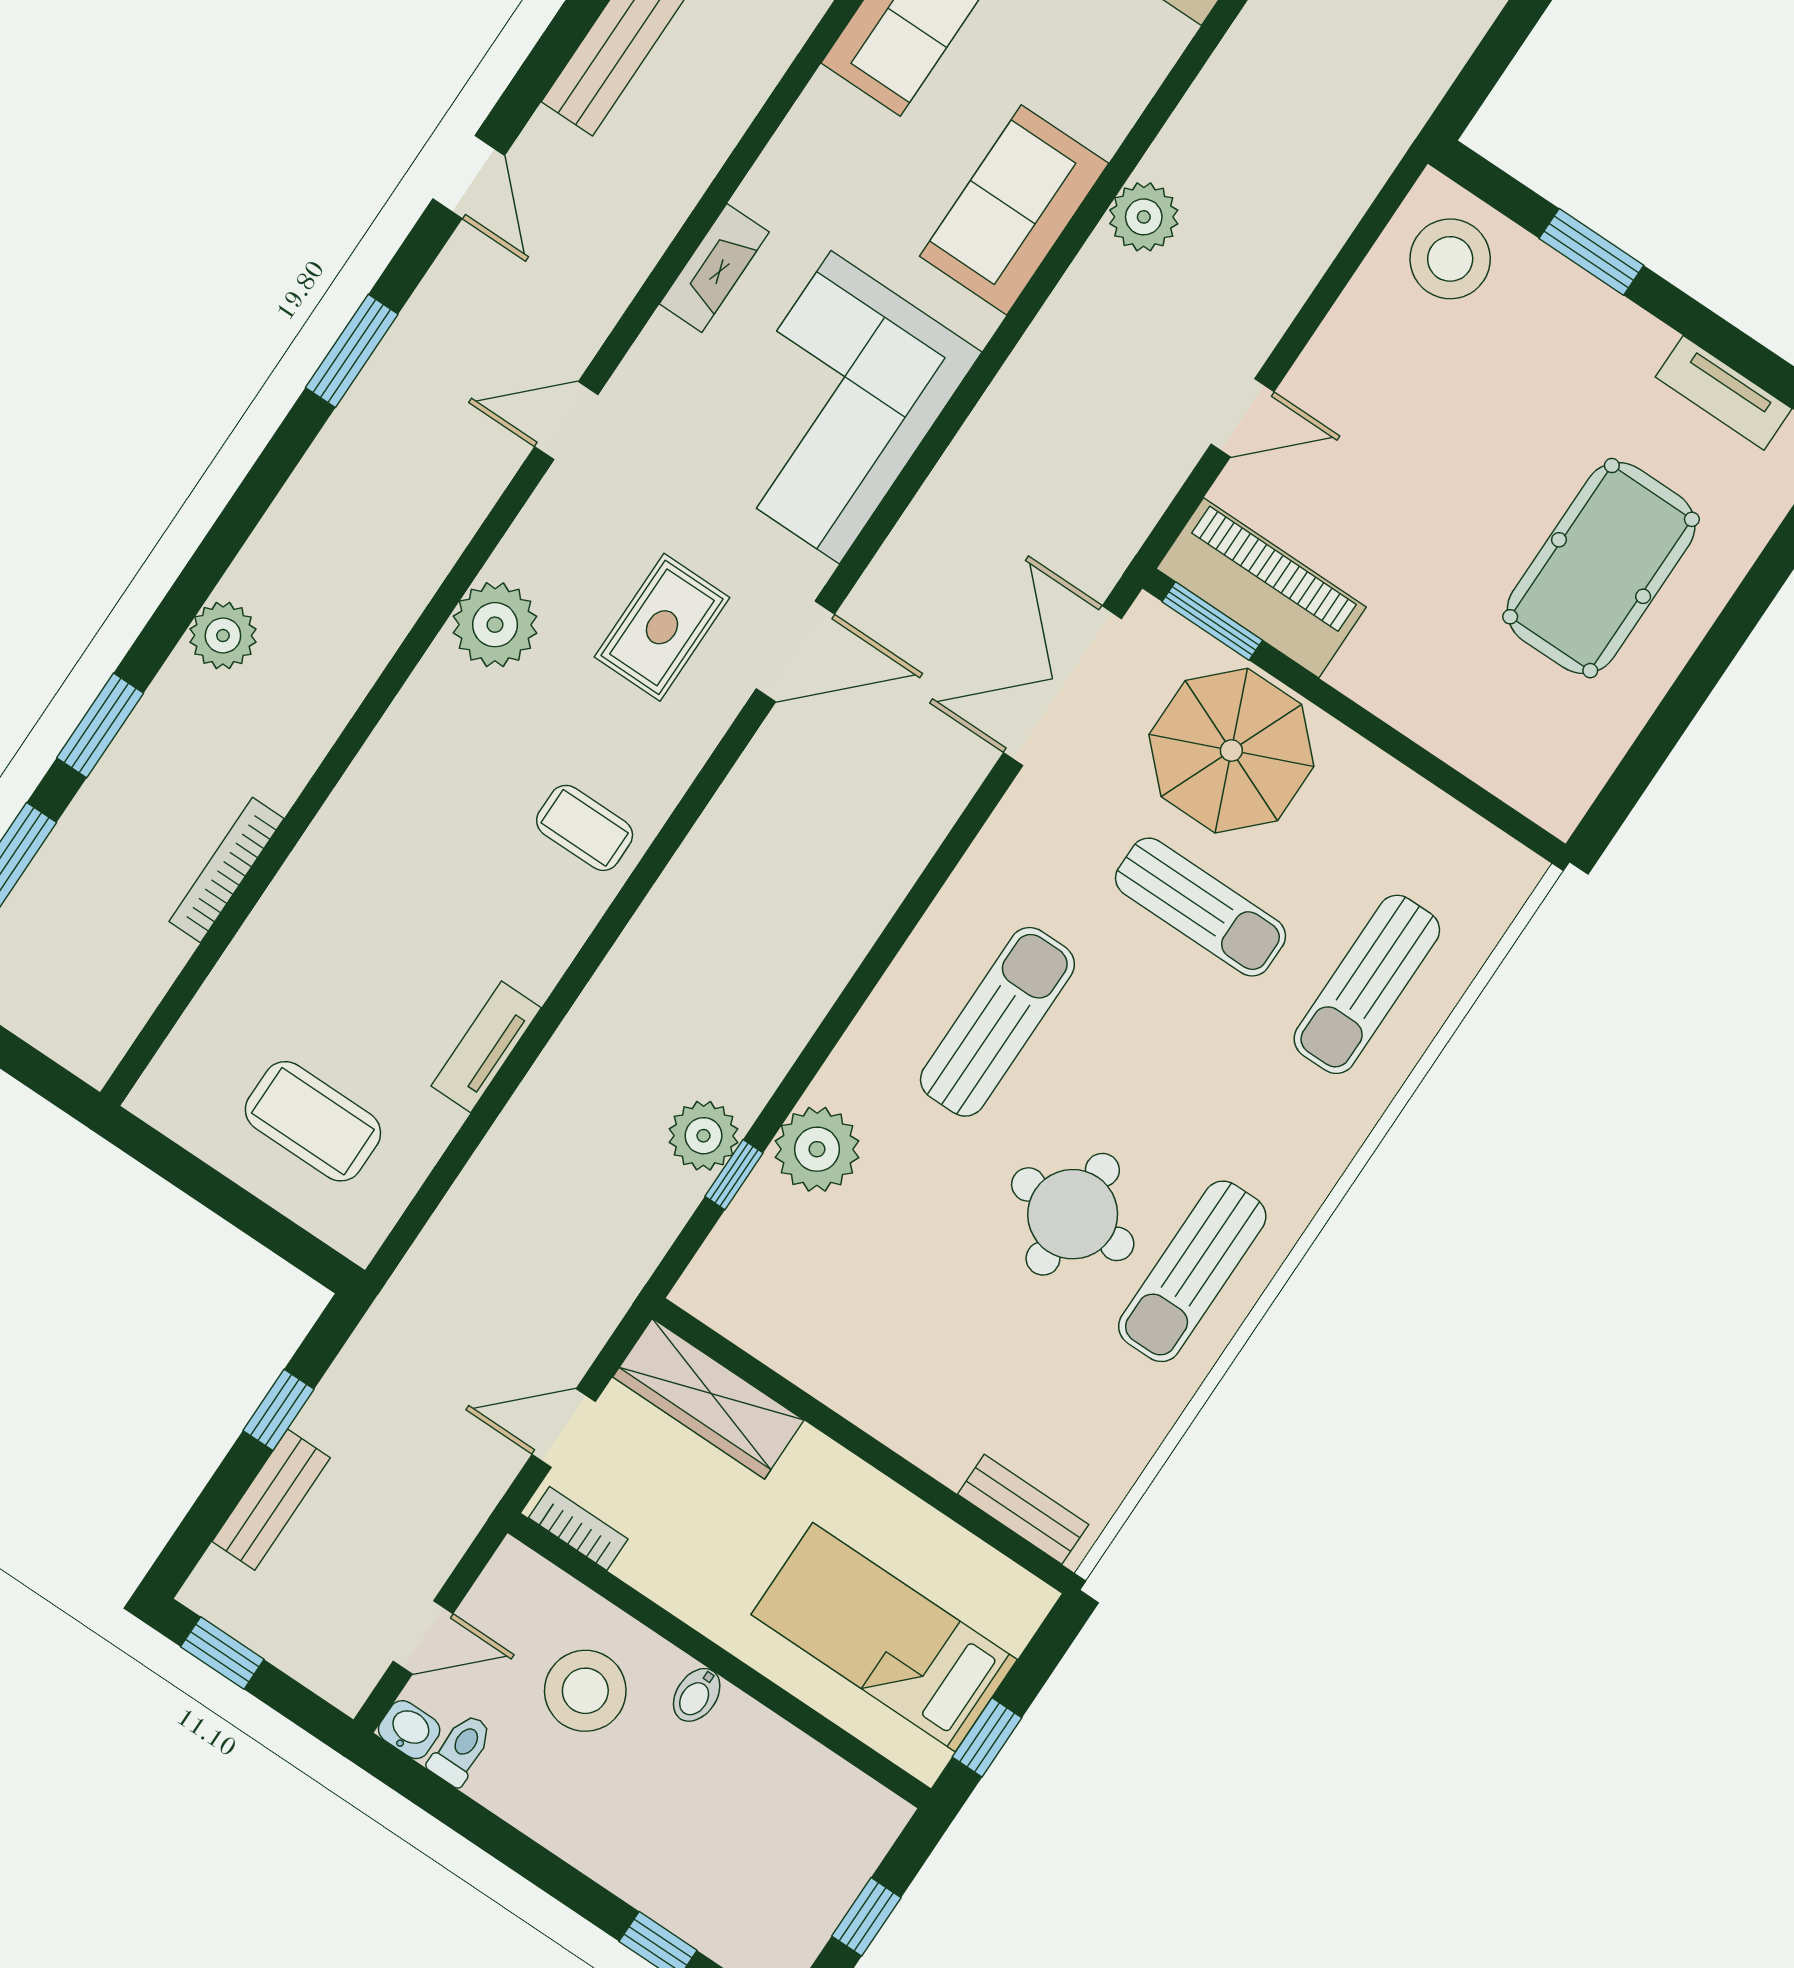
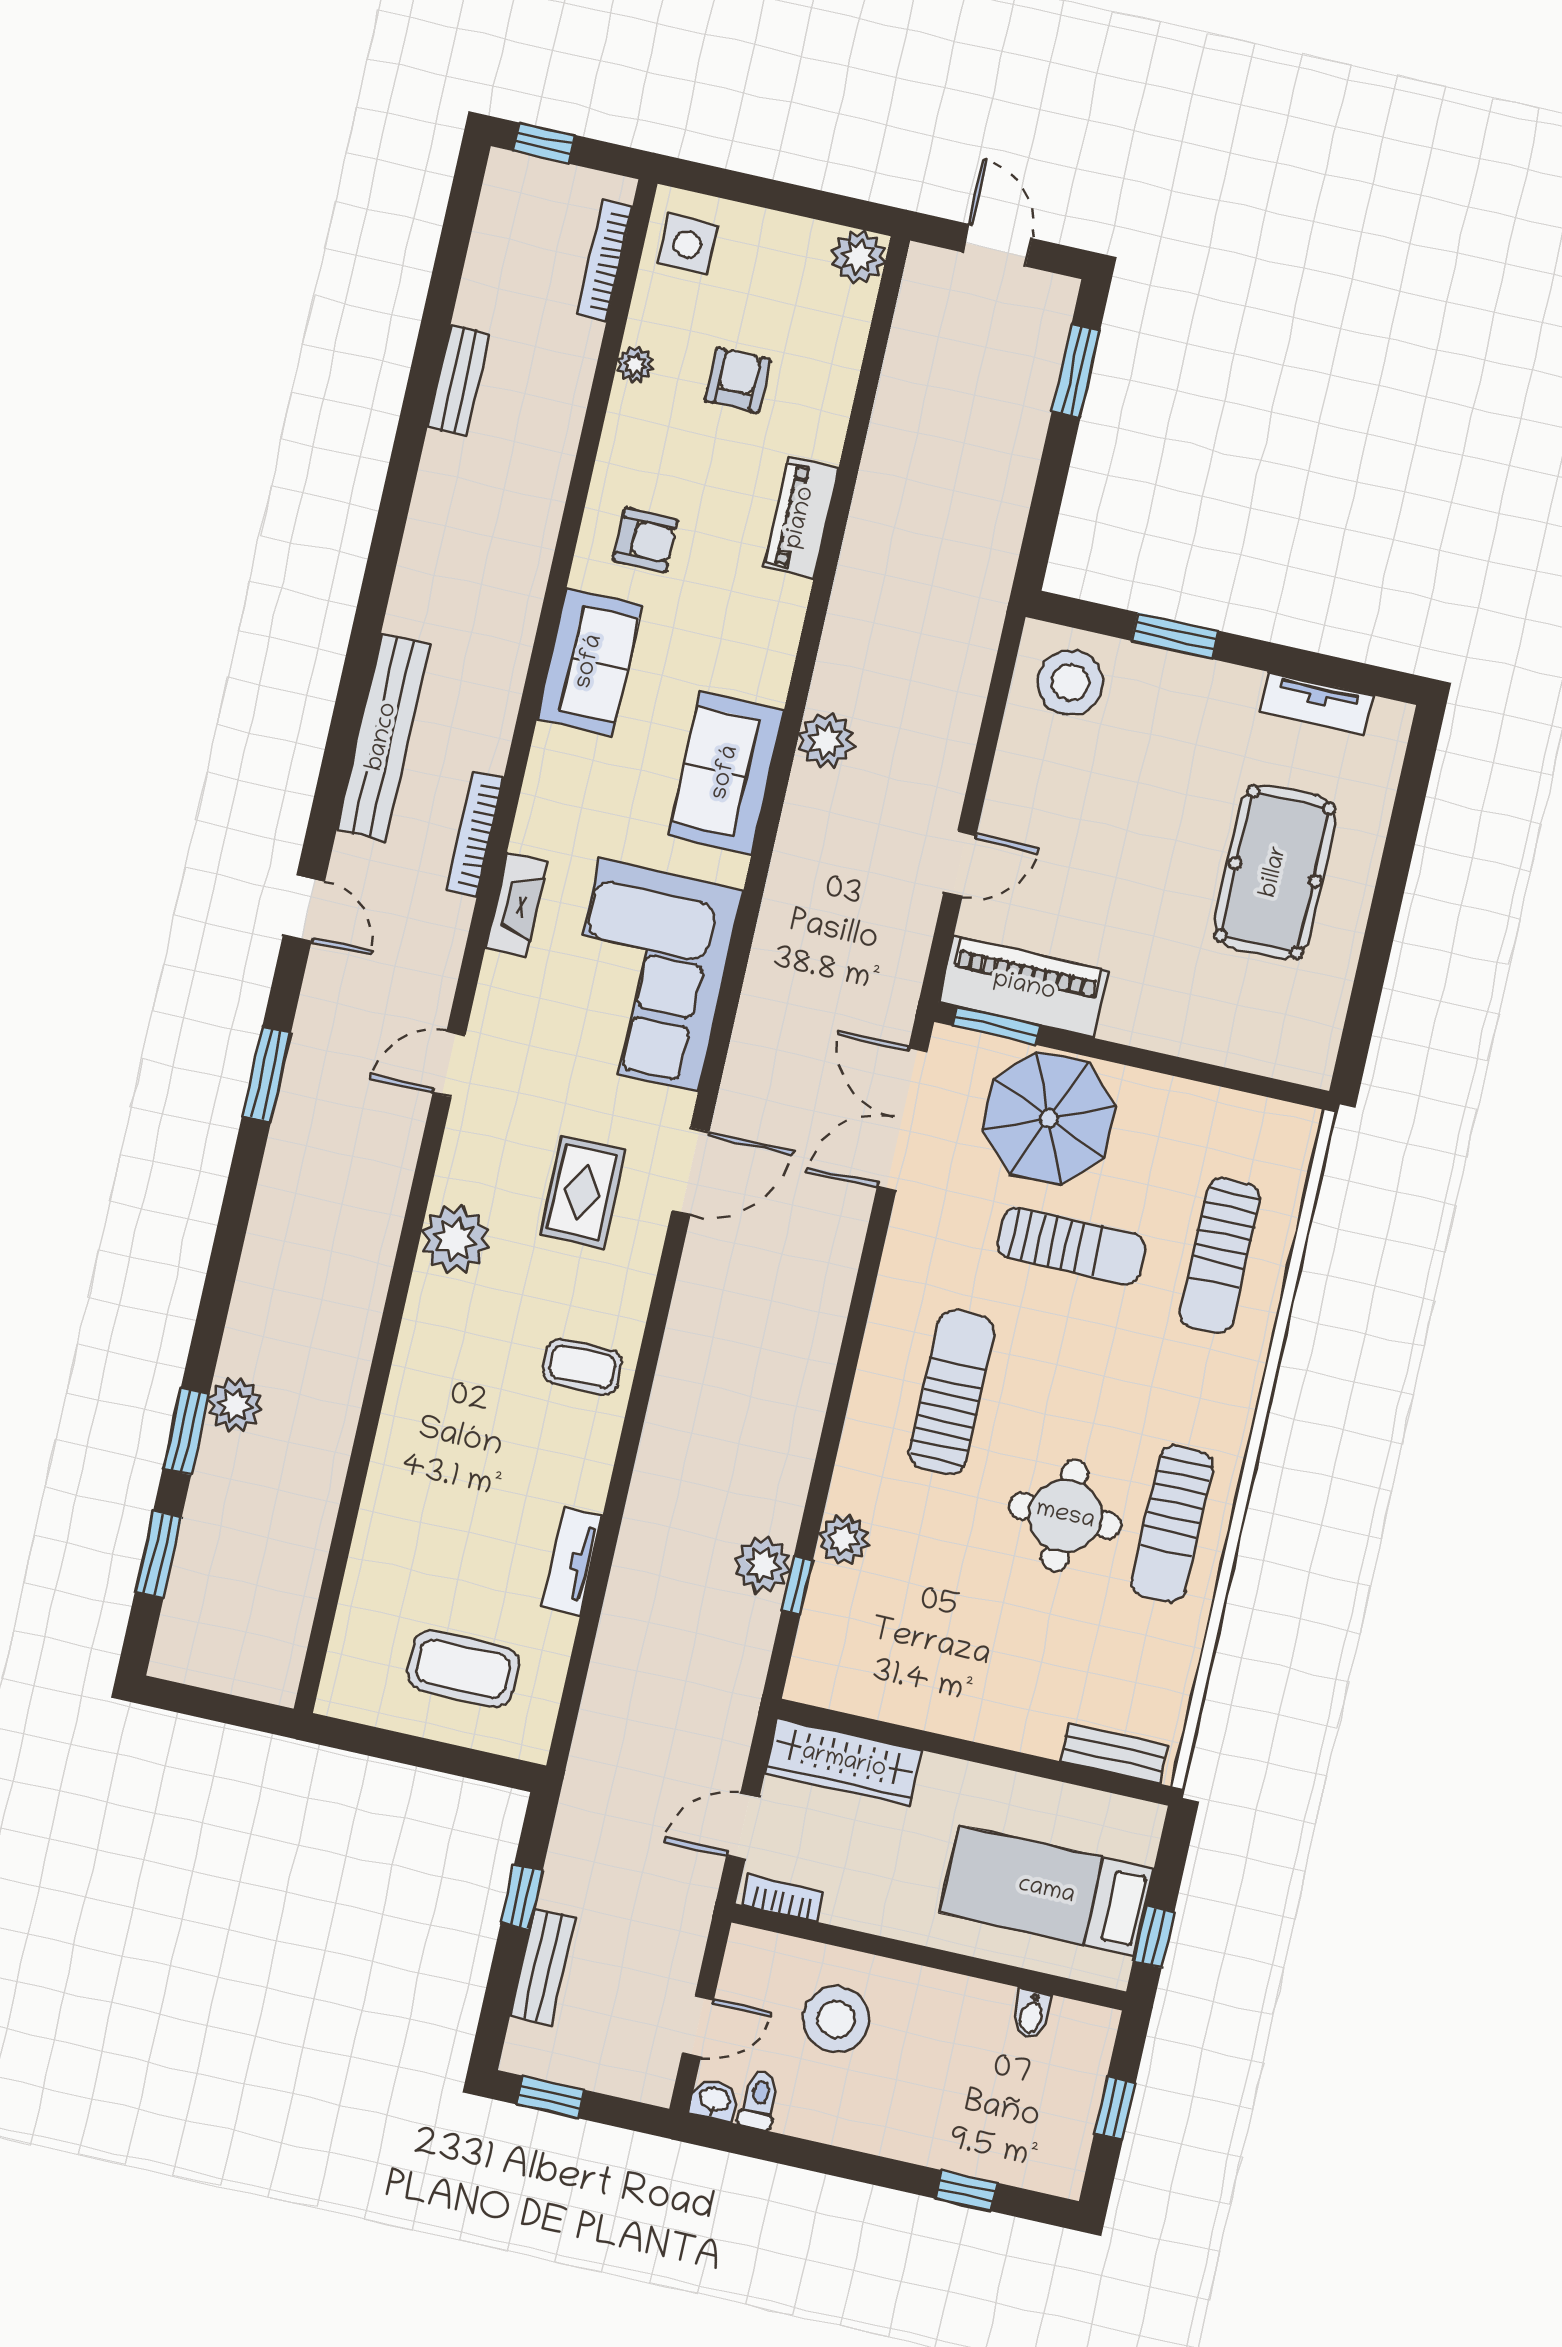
plant: (223, 636) -> (235, 1405), moved
bookcase: (227, 870) -> (475, 834), moved
plant: (817, 1149) -> (844, 1539), width x0.73, depth x0.73
bidet: (697, 1695) -> (1031, 2014), moved

